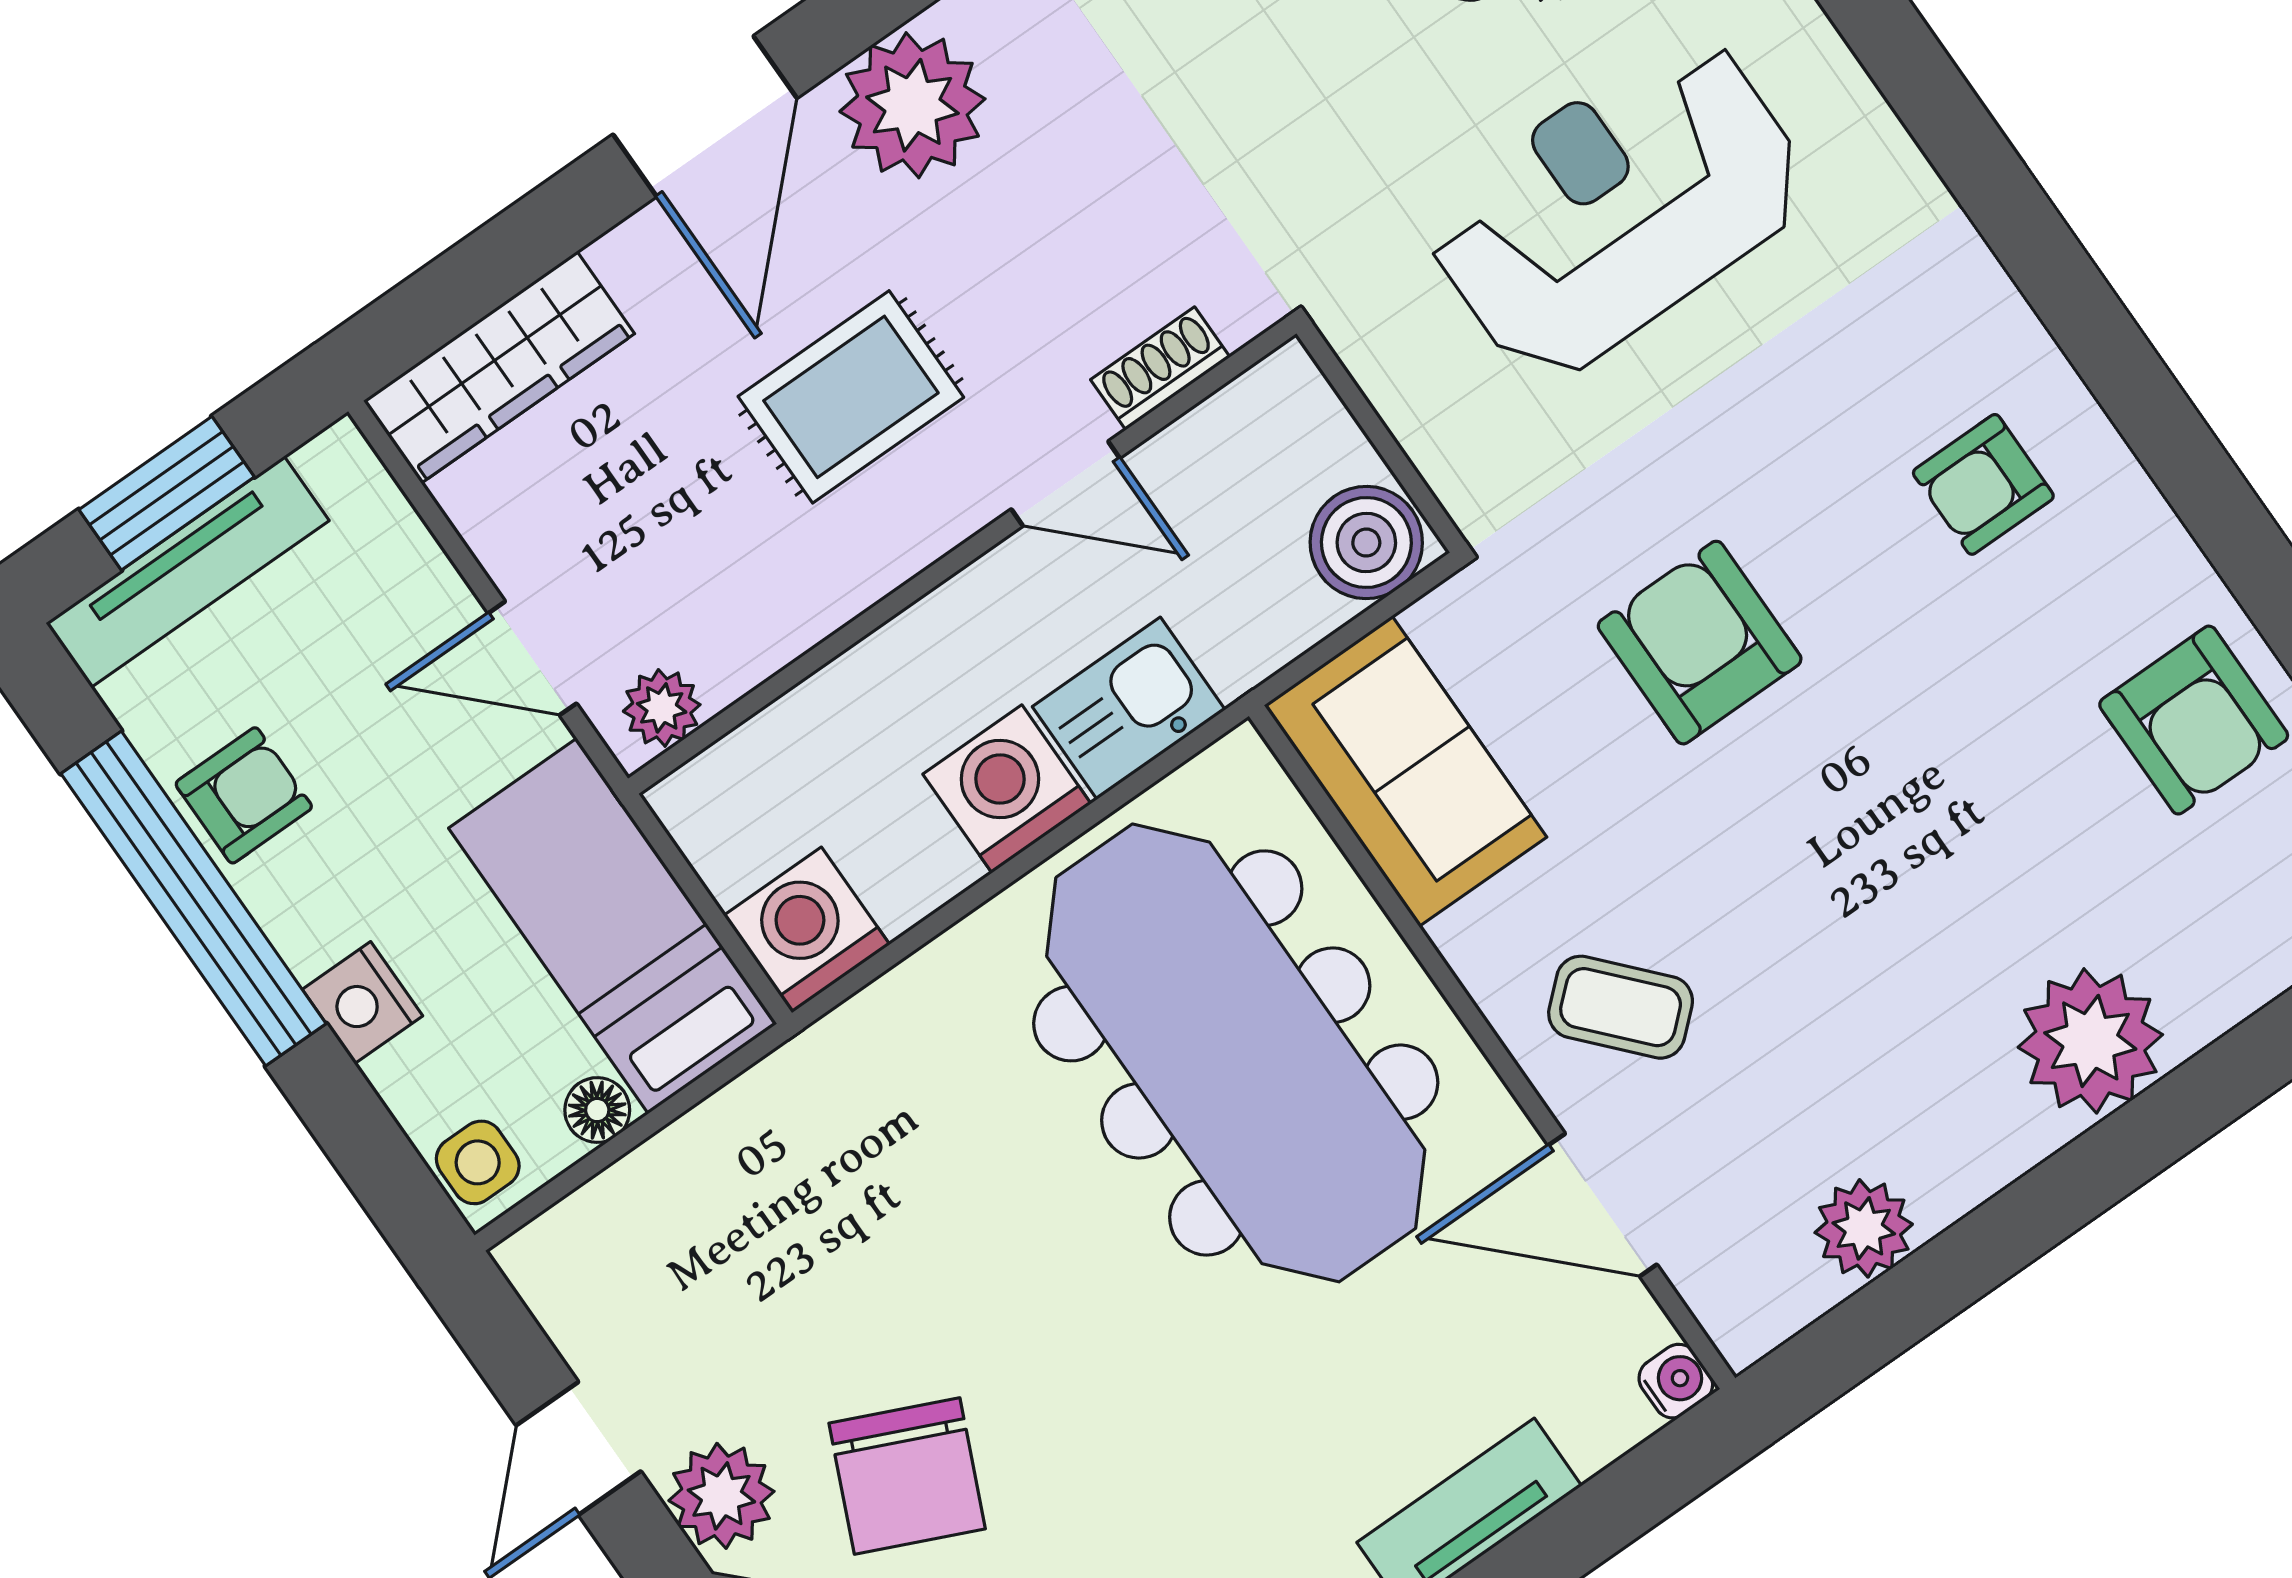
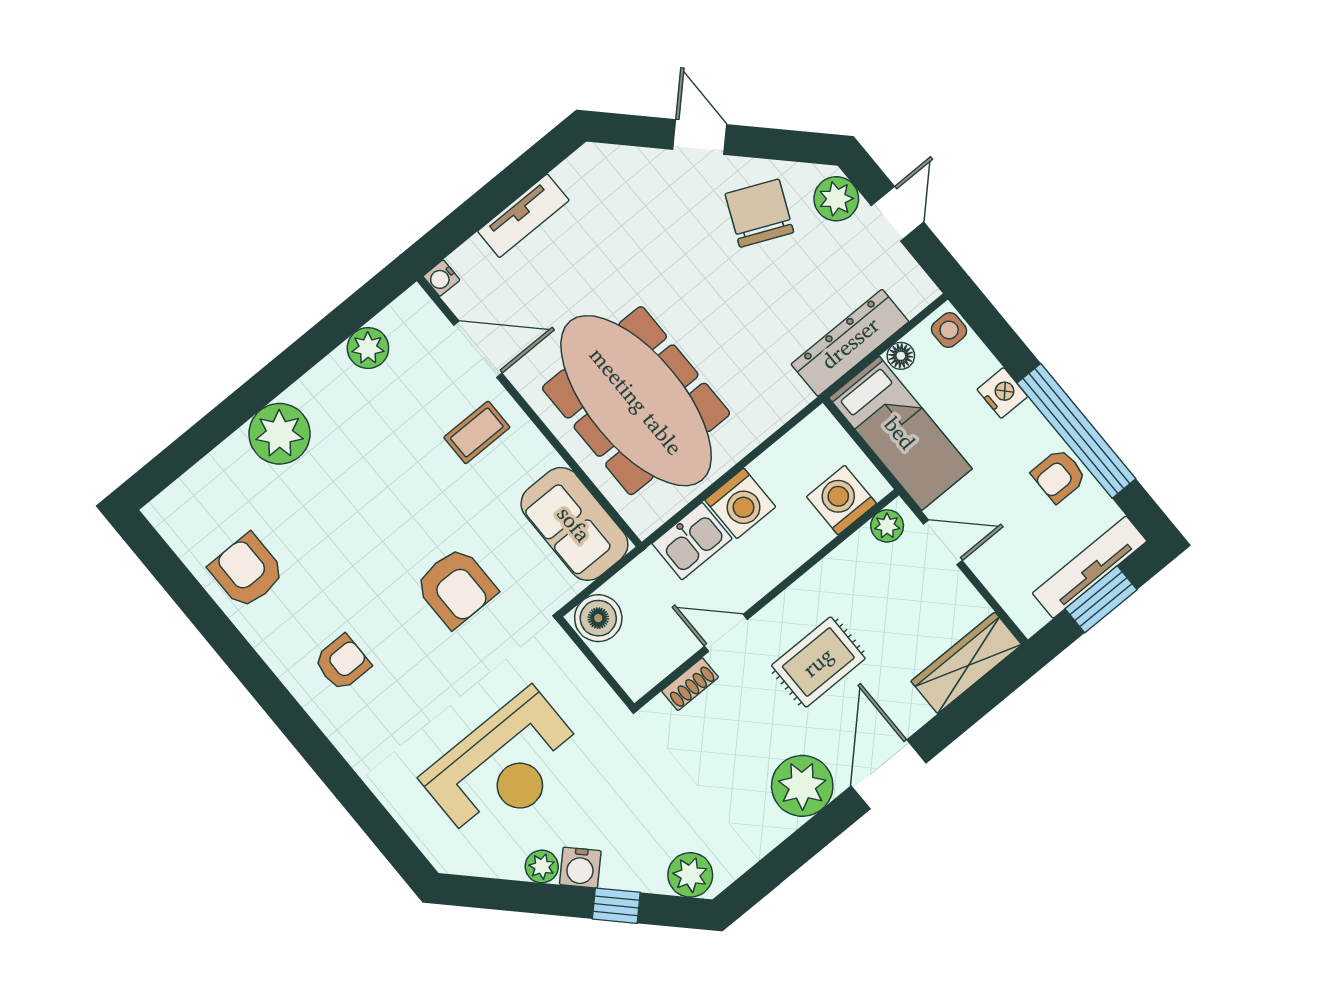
washing machine: (807, 930) -> (841, 500), moved, turned 180
coffee table: (1621, 1007) -> (477, 432), turned -48
dresser: (716, 1151) -> (850, 343), added

